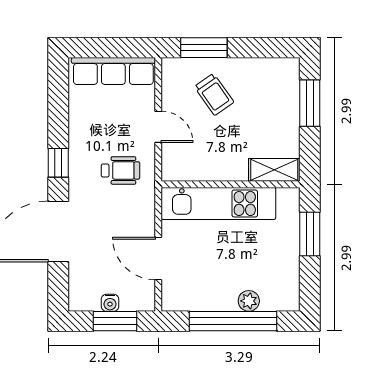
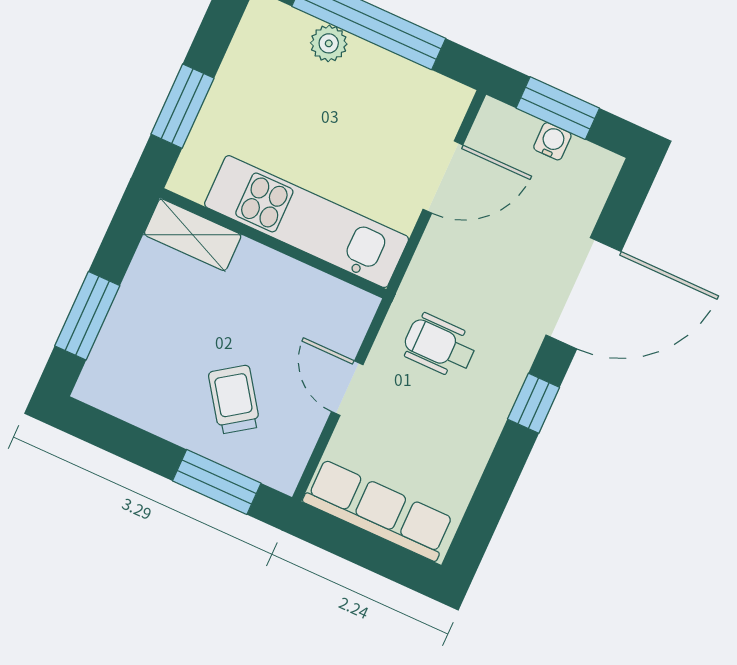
door: (158, 259) -> (443, 177), hinge flipped

